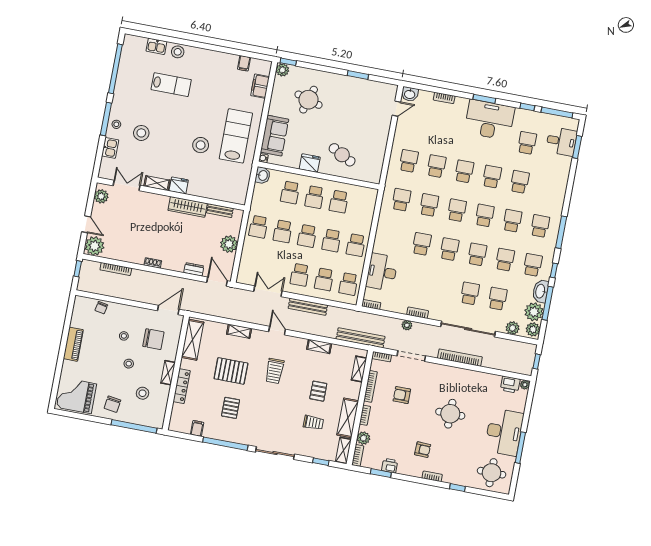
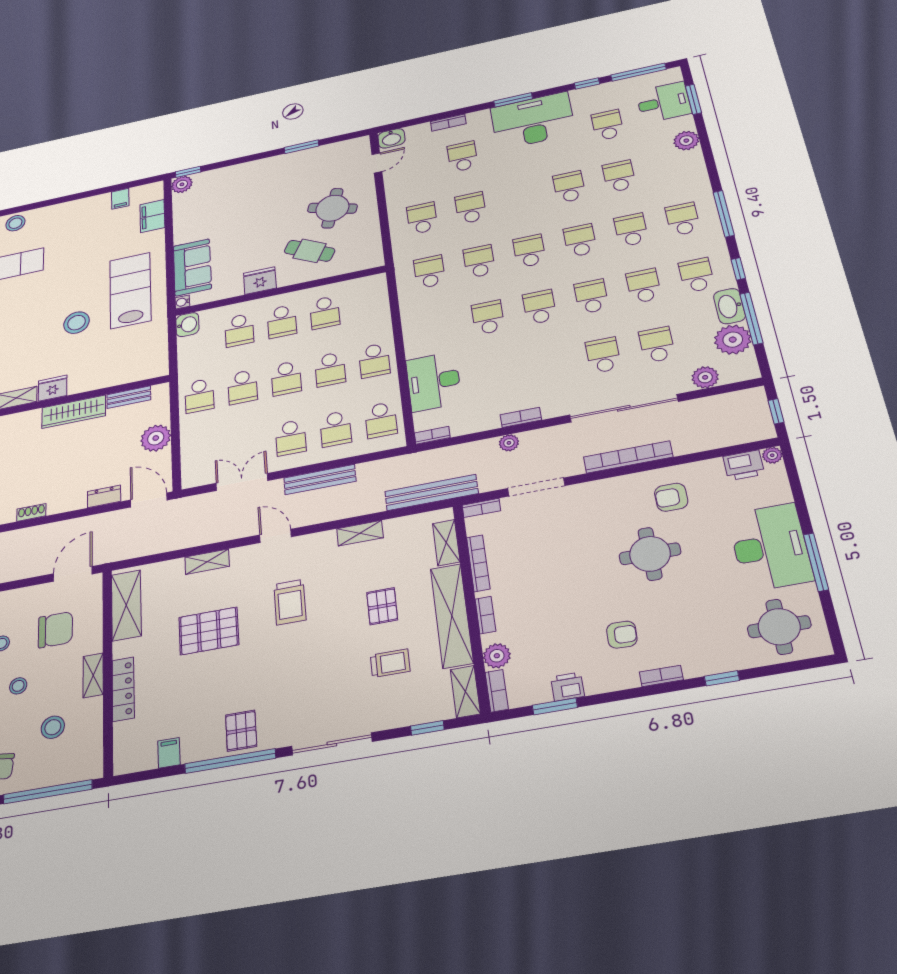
round table: (309, 100) -> (332, 208), moved
school desk: (464, 171) -> (462, 157), moved
plant: (533, 329) -> (686, 141), moved
armchair: (402, 395) -> (671, 497), moved
pallet: (231, 408) -> (241, 731), moved
shelving: (348, 418) -> (452, 615), width x1.47

